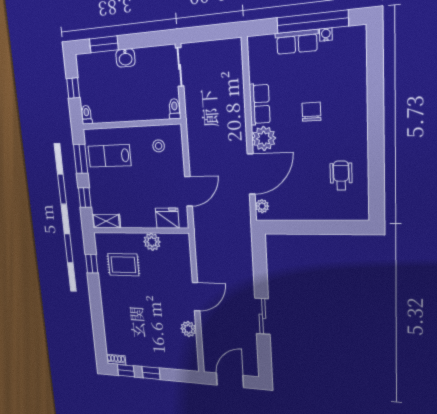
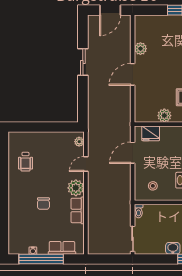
row of seats: (297, 42) -> (62, 248), moved
door: (251, 174) -> (86, 164), width x0.53

